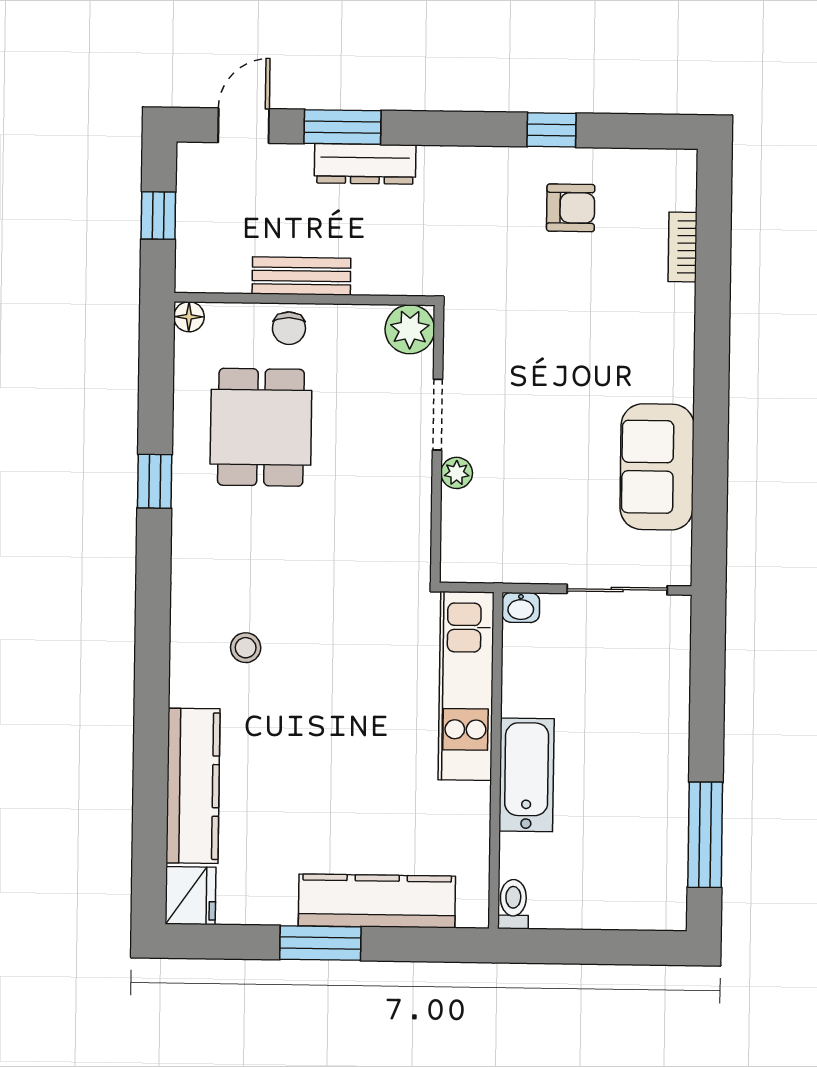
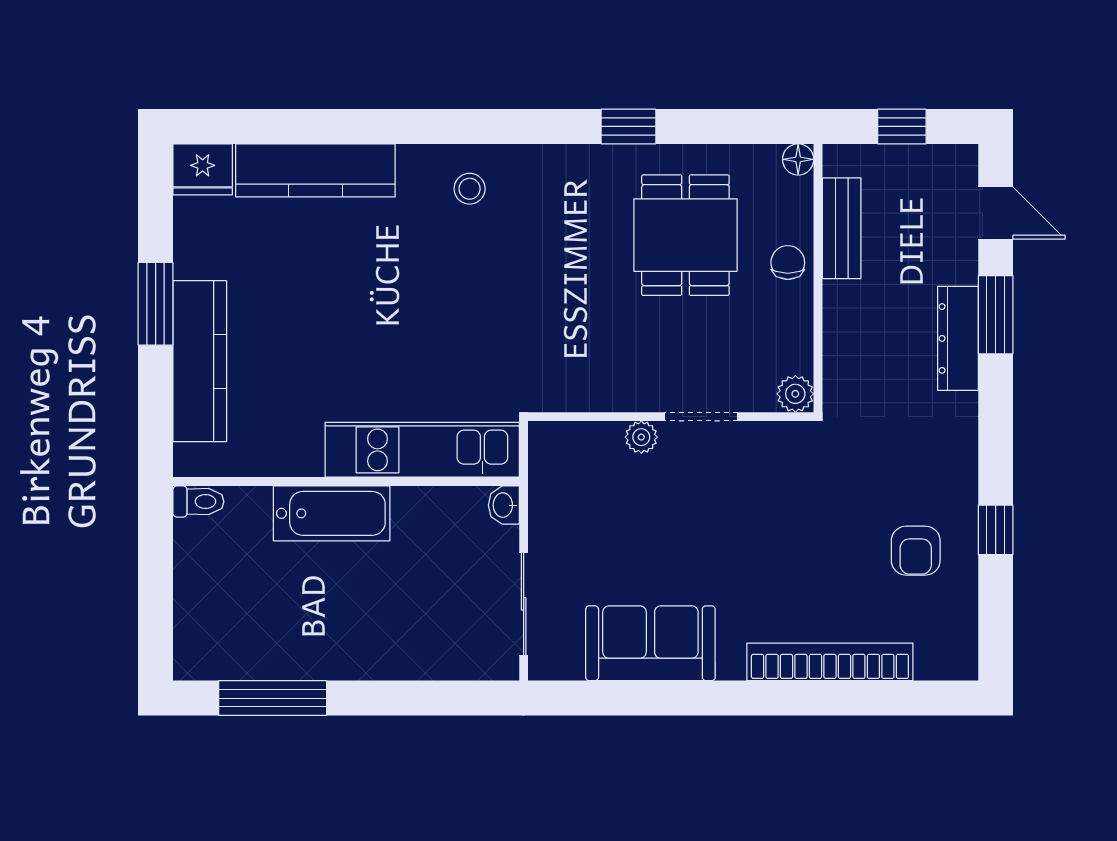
bookcase: (683, 247) -> (830, 662), width x2.31, depth x1.31
bench: (301, 276) -> (842, 228), moved
chair: (289, 328) -> (788, 263), turned 90
plant: (410, 329) -> (795, 394), width x0.73, depth x0.73
dining table: (261, 427) -> (685, 235), turned 90
stool: (246, 648) -> (470, 189), moved

